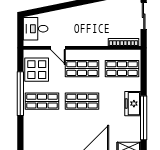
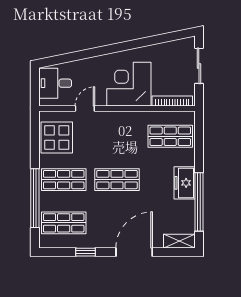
corner desk: (91, 30) -> (129, 84), added
door: (58, 48) -> (85, 109), swing flipped
shop shelf: (82, 69) -> (64, 223), moved
window: (20, 94) -> (35, 198), moved

